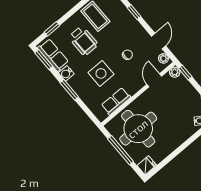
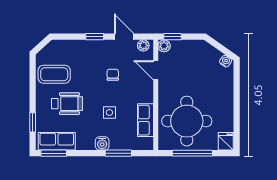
window: (134, 12) -> (95, 37), moved
water cooler: (66, 73) -> (102, 143), moved
side table: (101, 73) -> (109, 112), width x0.54, depth x0.54
window: (69, 90) -> (118, 153), moved

